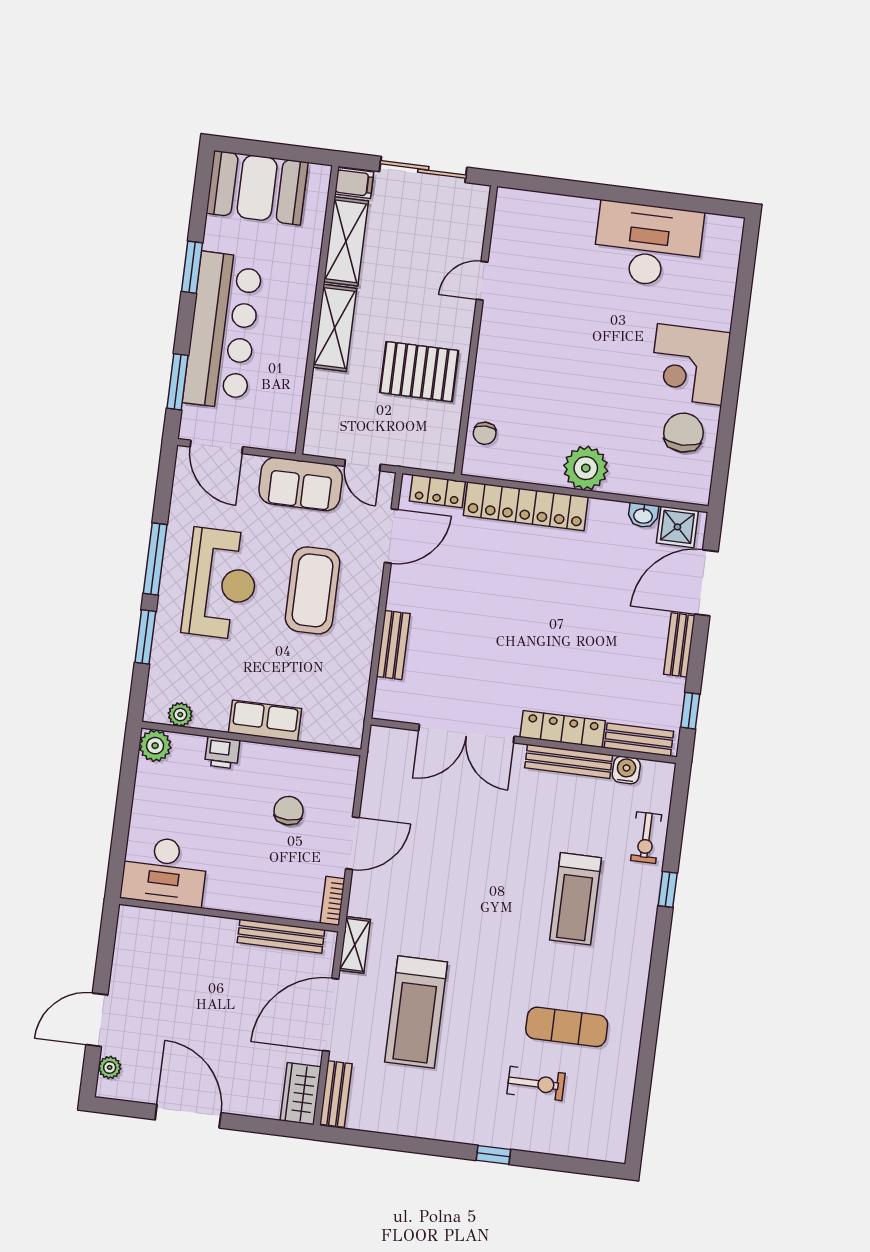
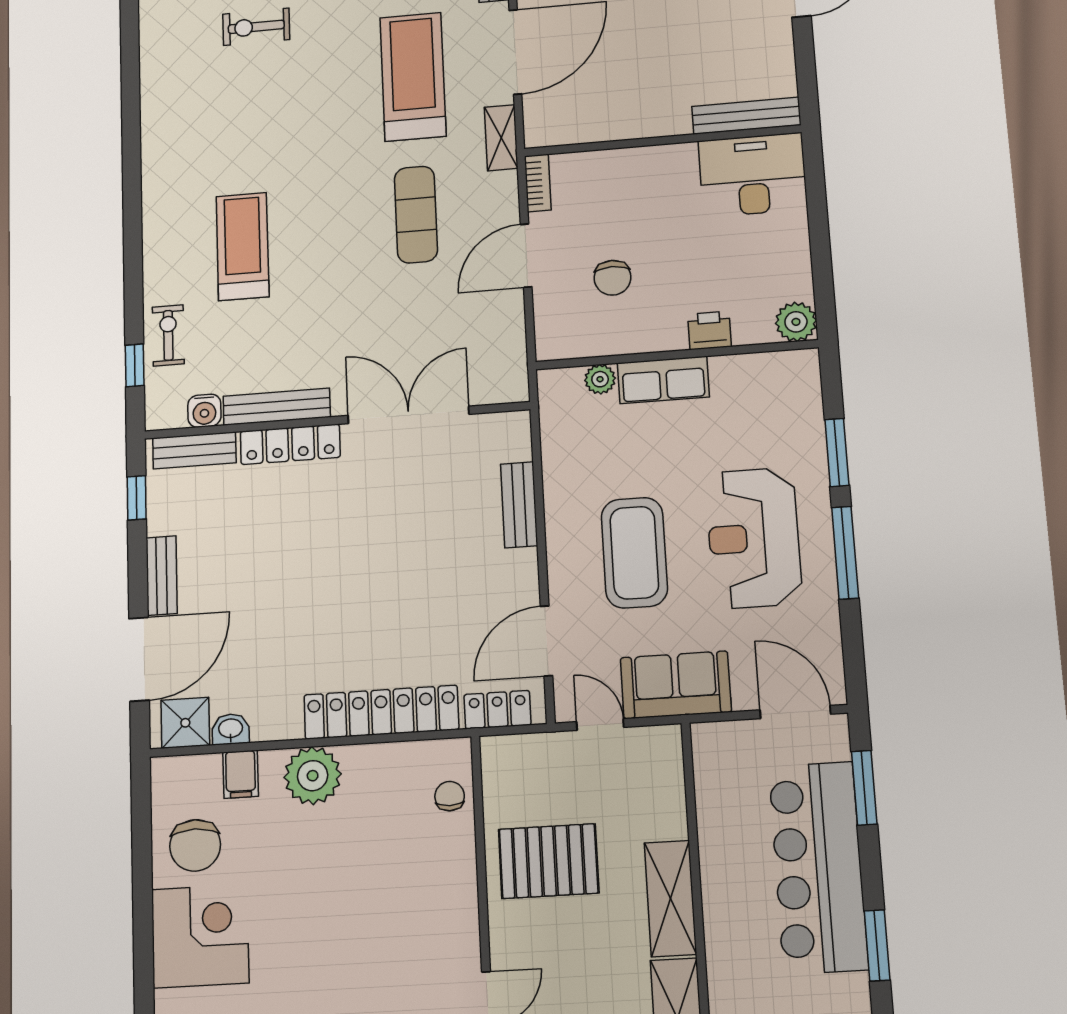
filing cabinet: (641, 480) -> (241, 774), added
plant: (180, 715) -> (600, 379), moved
window: (668, 889) -> (135, 365), moved
bench: (281, 936) -> (746, 116), moved
exercise mat: (567, 1027) -> (416, 215), moved, turned 90

